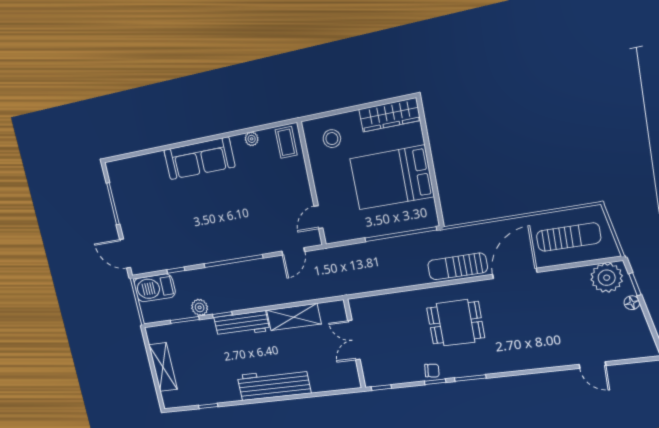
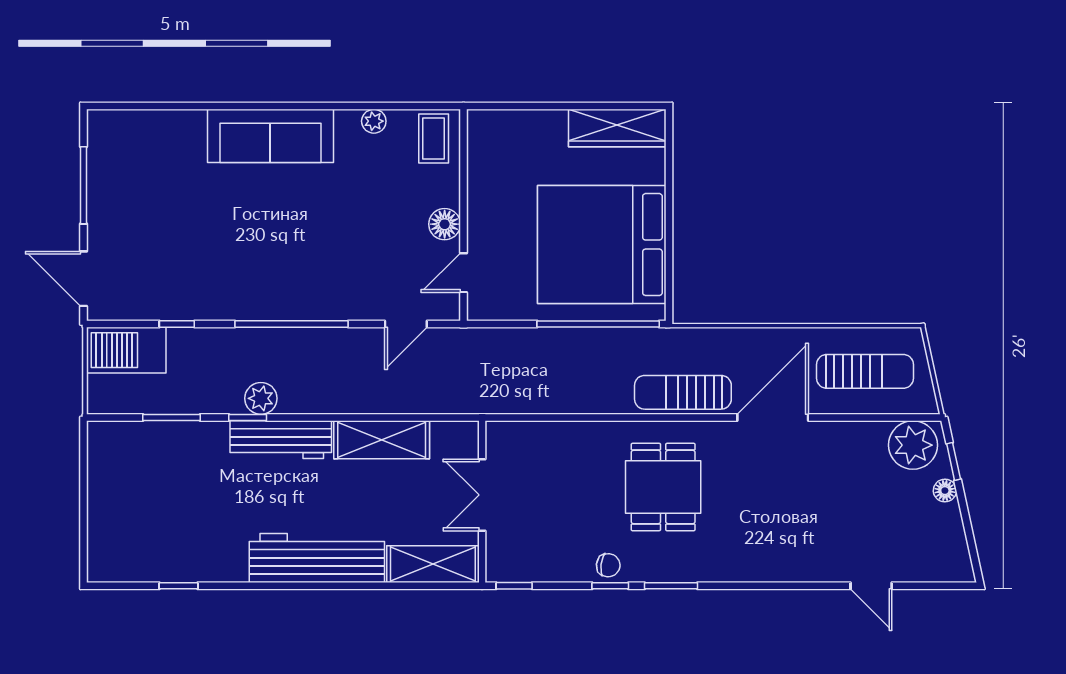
stool: (332, 139) -> (514, 147), removed
bed: (392, 178) -> (602, 245), width x1.36
floor lamp: (302, 191) -> (445, 224), added
plant: (200, 307) -> (261, 398), moved
dining table: (456, 323) -> (663, 487), turned 90
shelving: (163, 367) -> (433, 564), moved, turned 90

